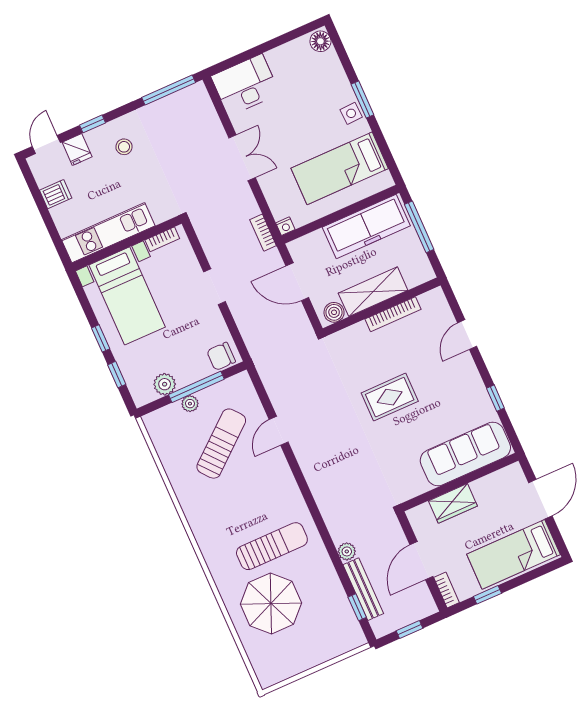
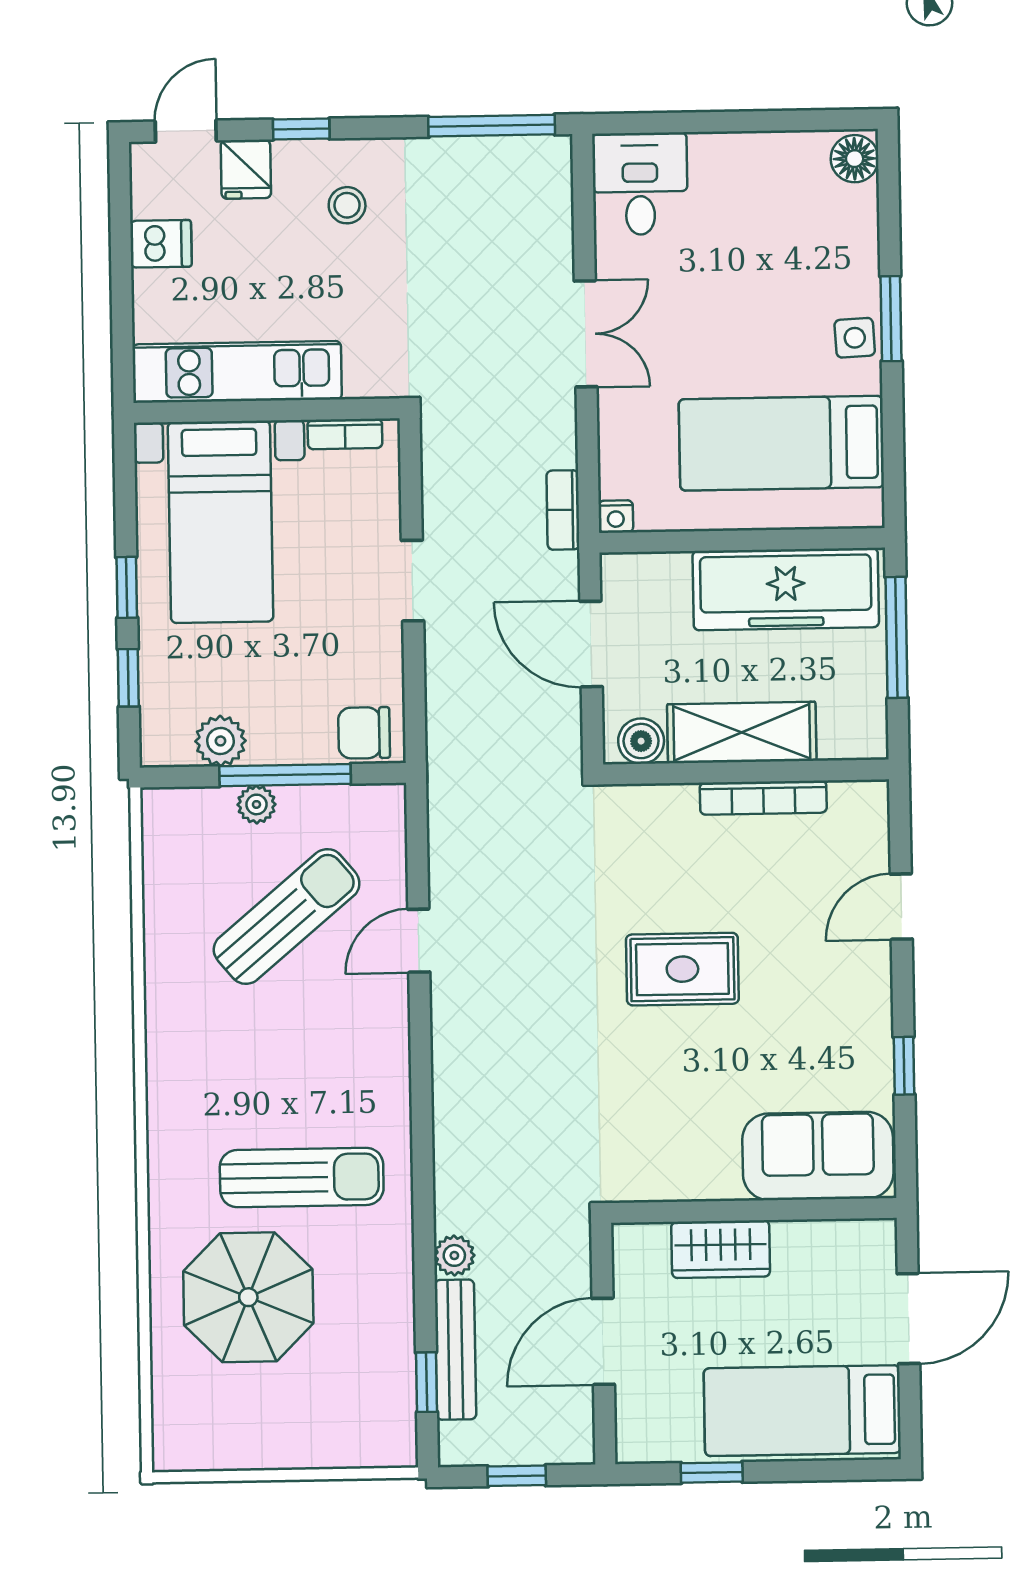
desk: (245, 85) -> (640, 184), width x0.73
sofa: (465, 454) -> (818, 1156), width x0.73
bookcase: (447, 590) -> (630, 1426), removed

